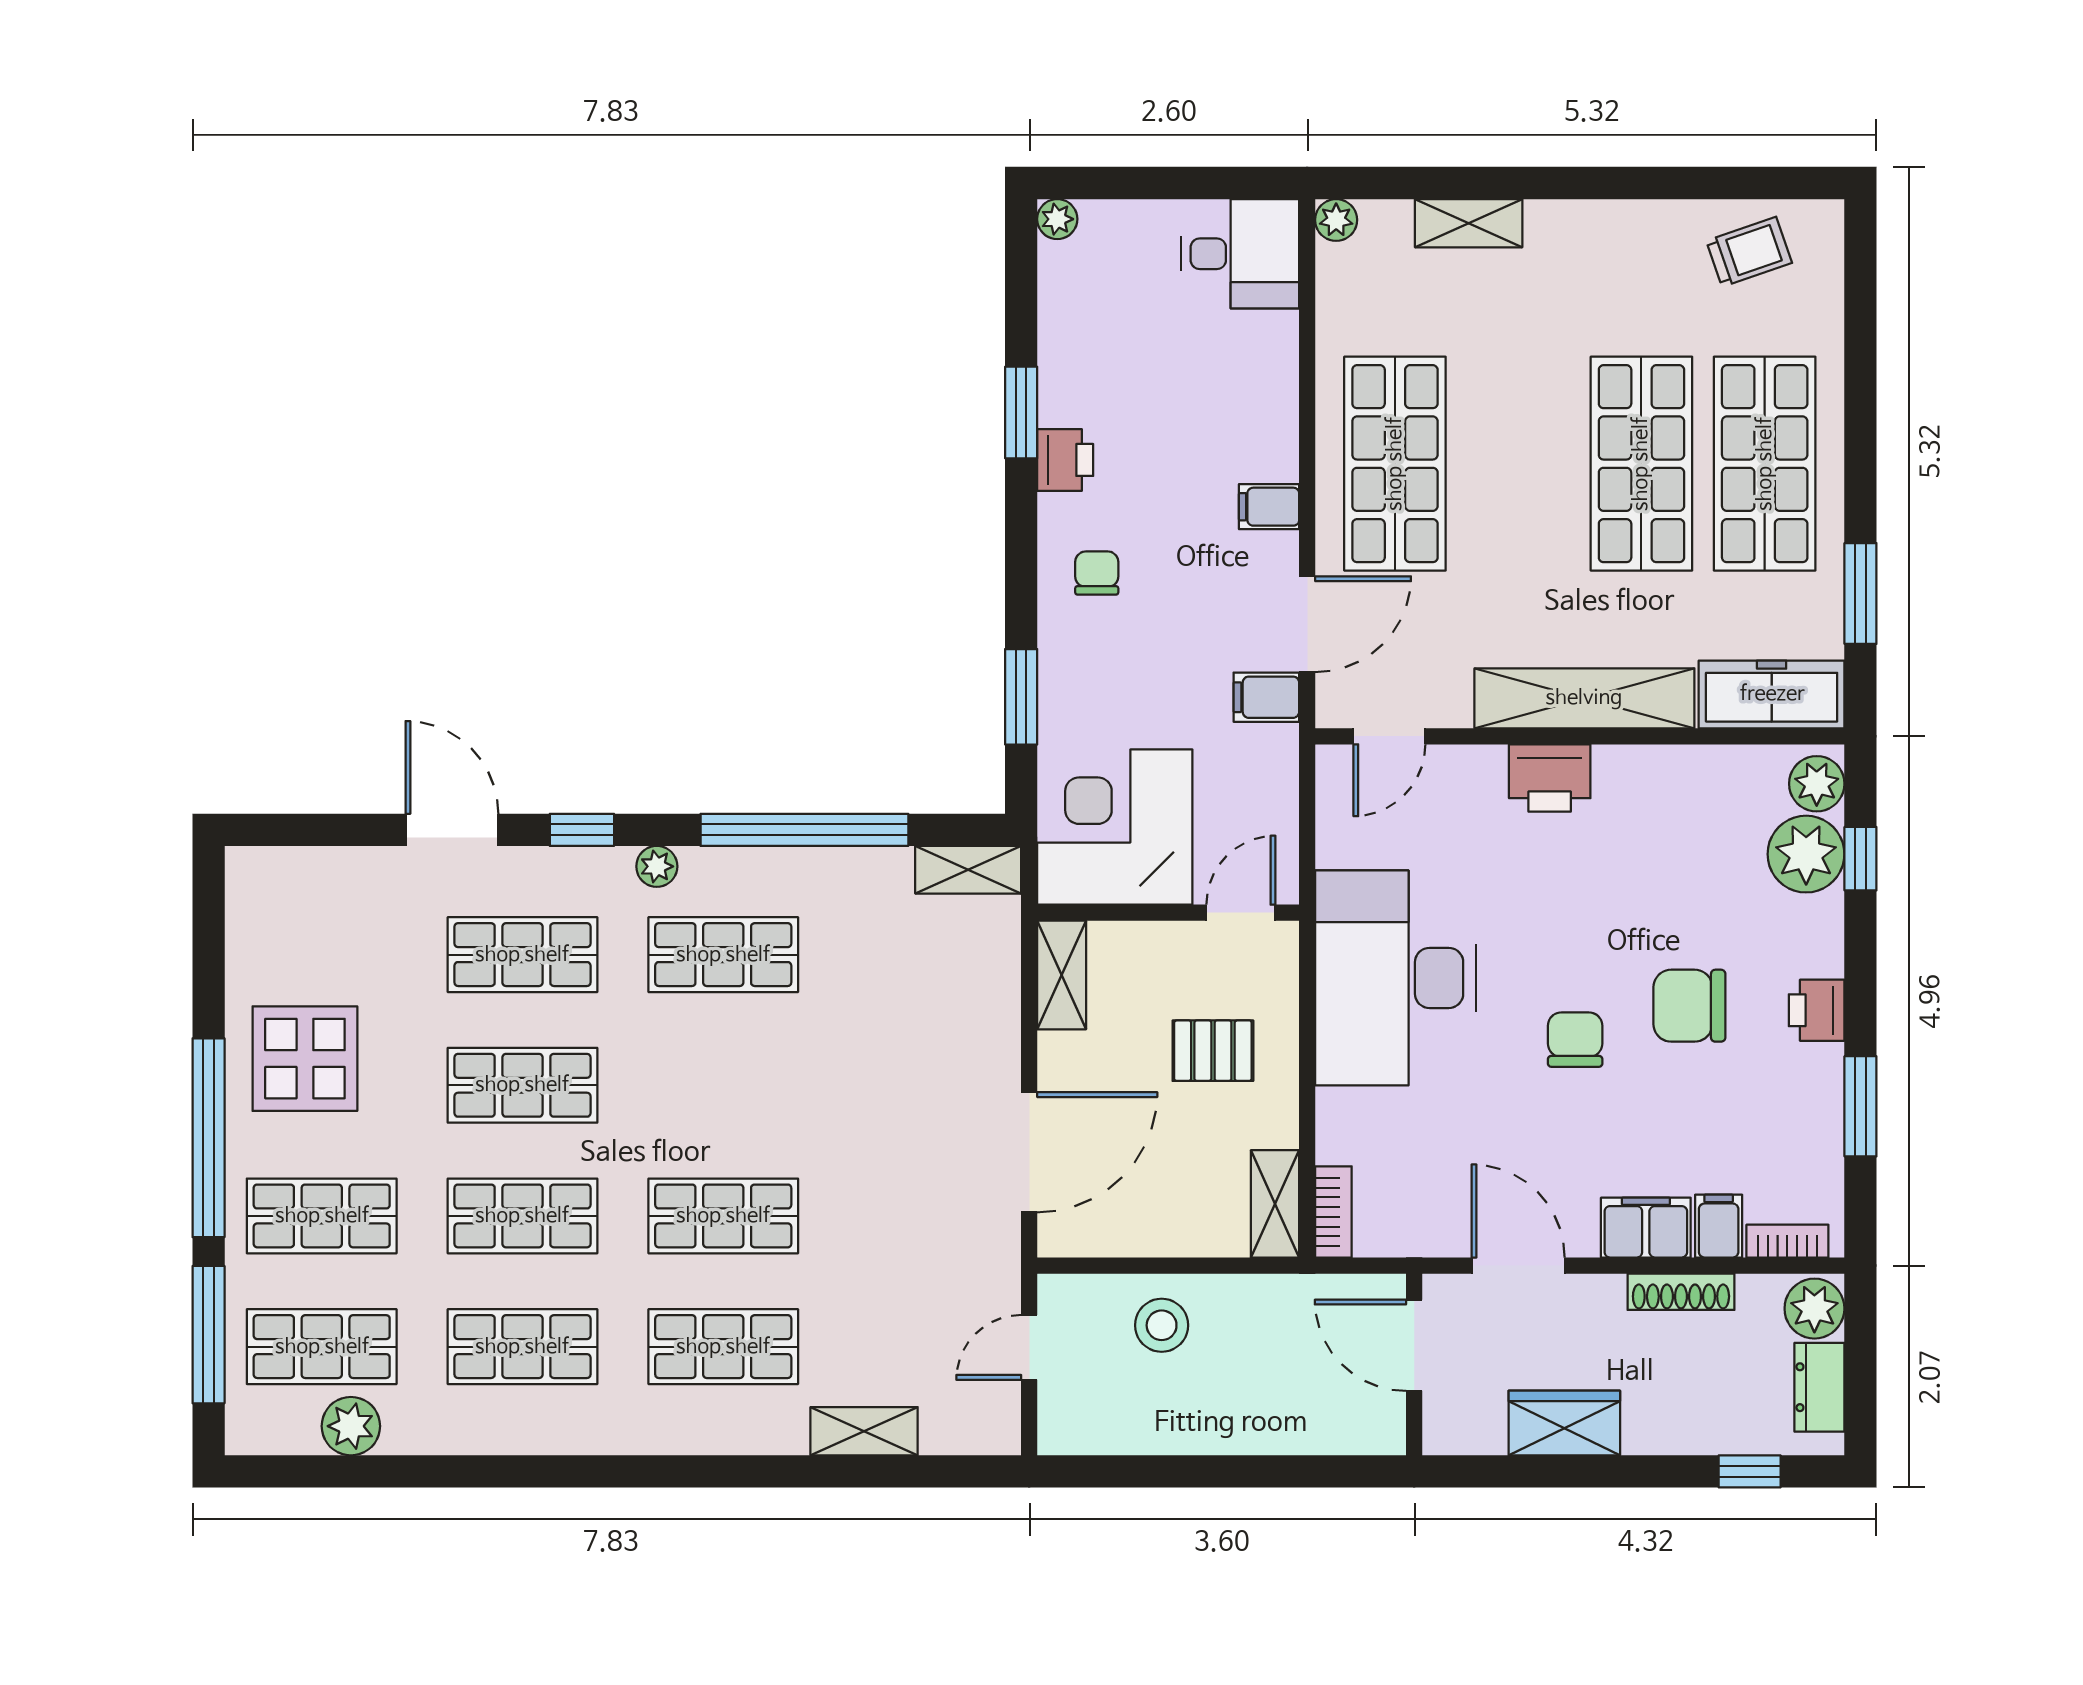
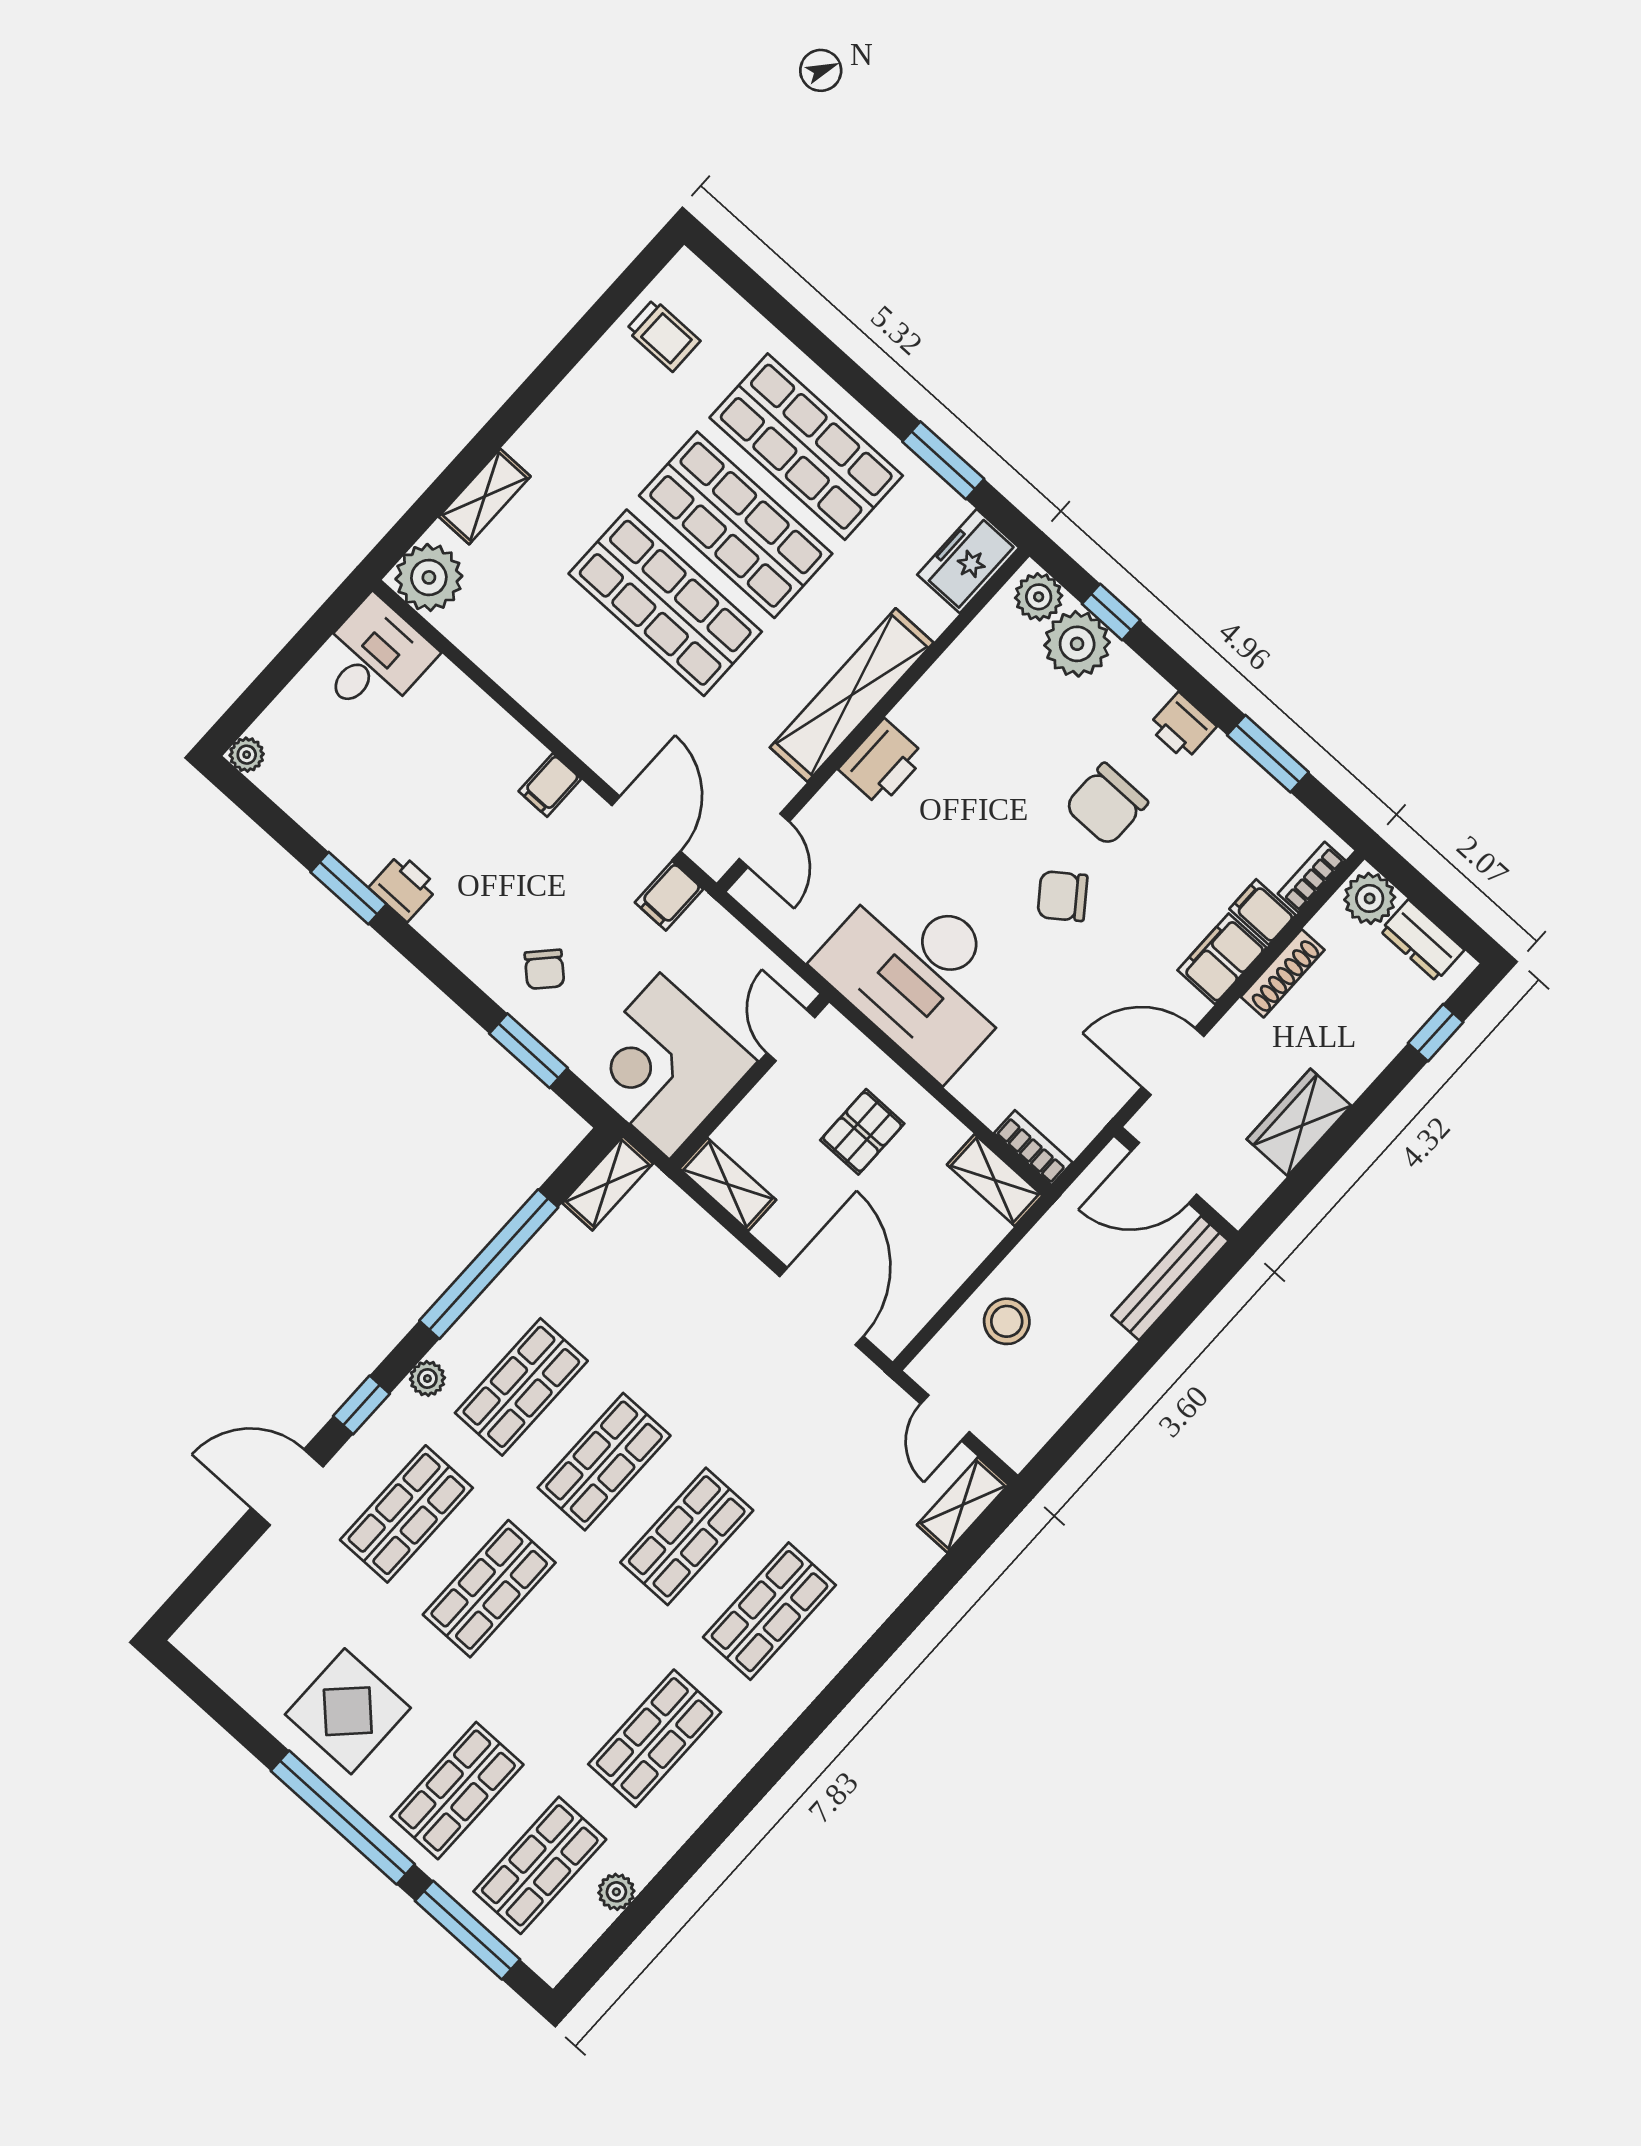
plant: (1336, 220) -> (429, 577), width x1.88, depth x1.88
trolley: (1749, 252) -> (663, 335), turned 109
shop shelf: (1395, 464) -> (665, 603), moved
chair: (1097, 573) -> (544, 969), moved, turned -137
freezer: (1772, 694) -> (968, 561), width x0.71
chair: (1575, 1040) -> (1062, 896), turned -37
shop shelf: (522, 1216) -> (604, 1462), moved
plant: (351, 1426) -> (616, 1892), width x0.73, depth x0.73
shelving: (864, 1431) -> (963, 1505), moved
bench: (1327, 1433) -> (1170, 1278), added

